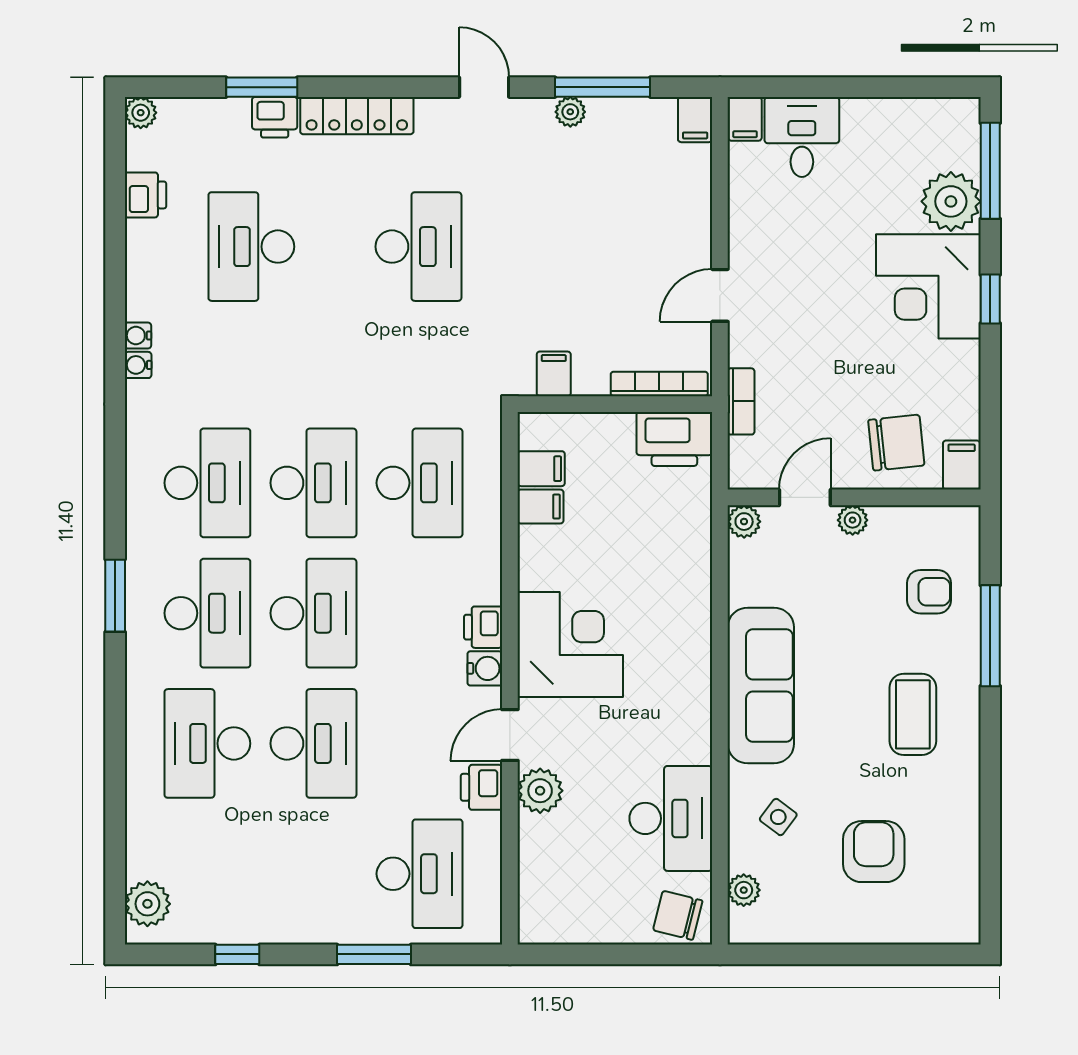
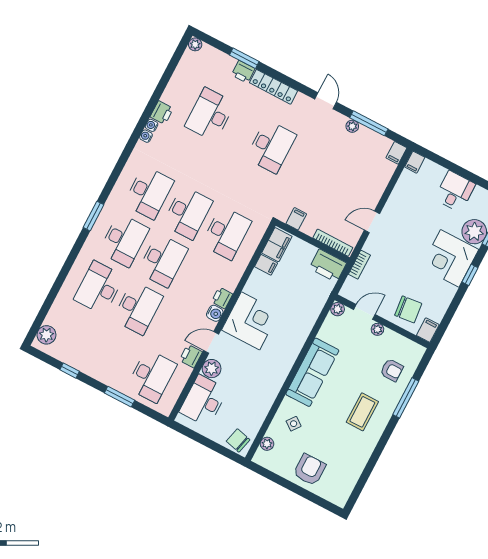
desk: (802, 137) -> (455, 192), moved
printer: (145, 195) -> (162, 113), moved
filing cabinet: (541, 469) -> (277, 245), width x2.00
desk: (671, 818) -> (204, 401), moved, turned 180
armchair: (874, 852) -> (309, 470), moved

